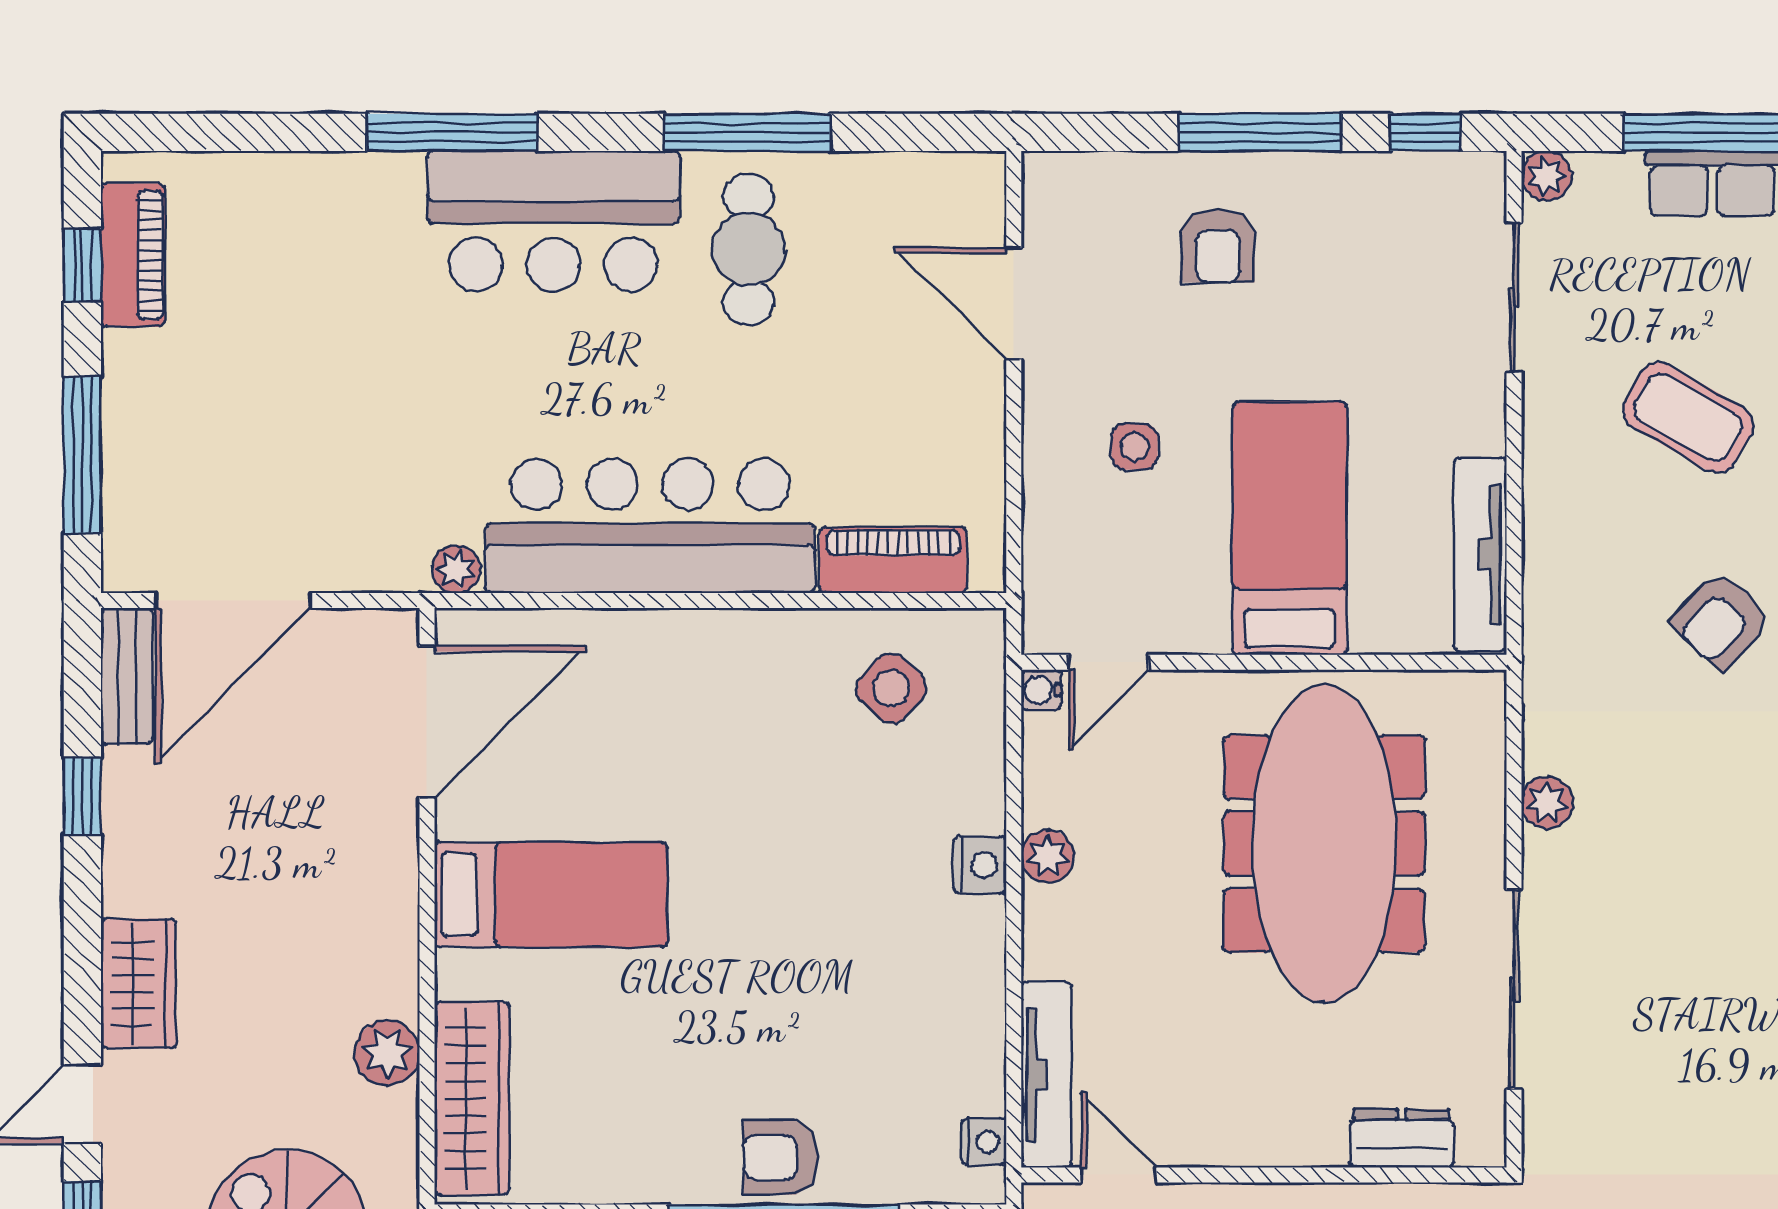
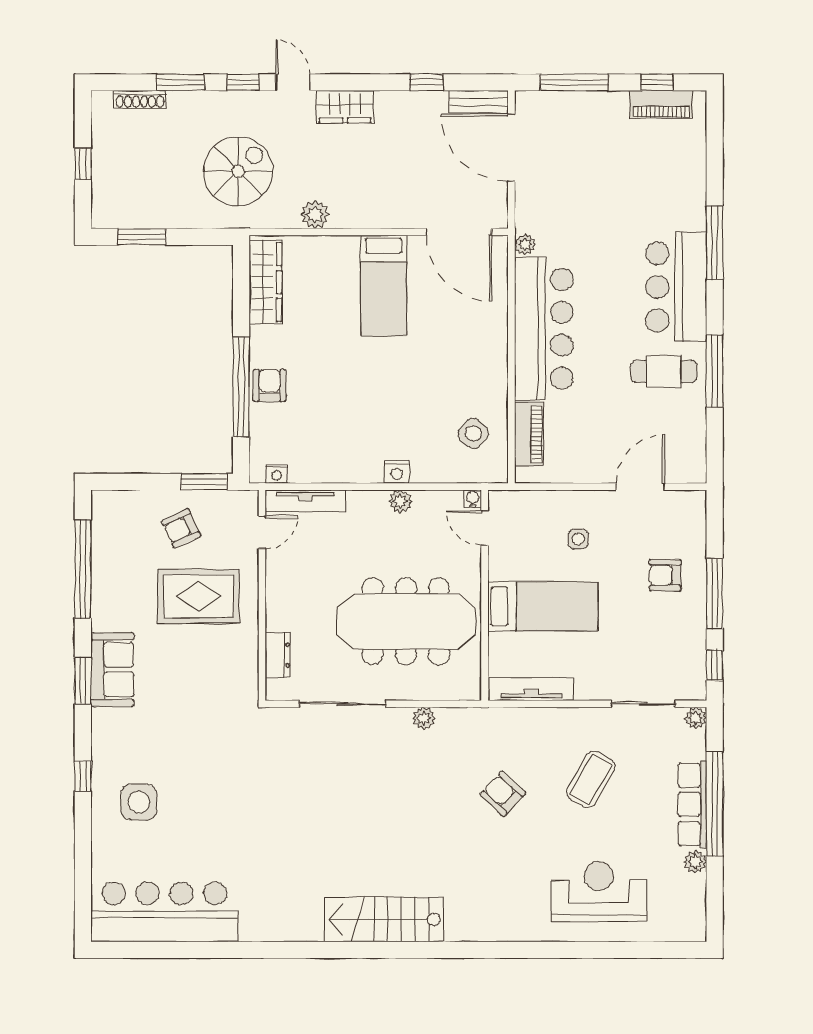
wardrobe: (472, 1098) -> (265, 282), moved, turned -90

